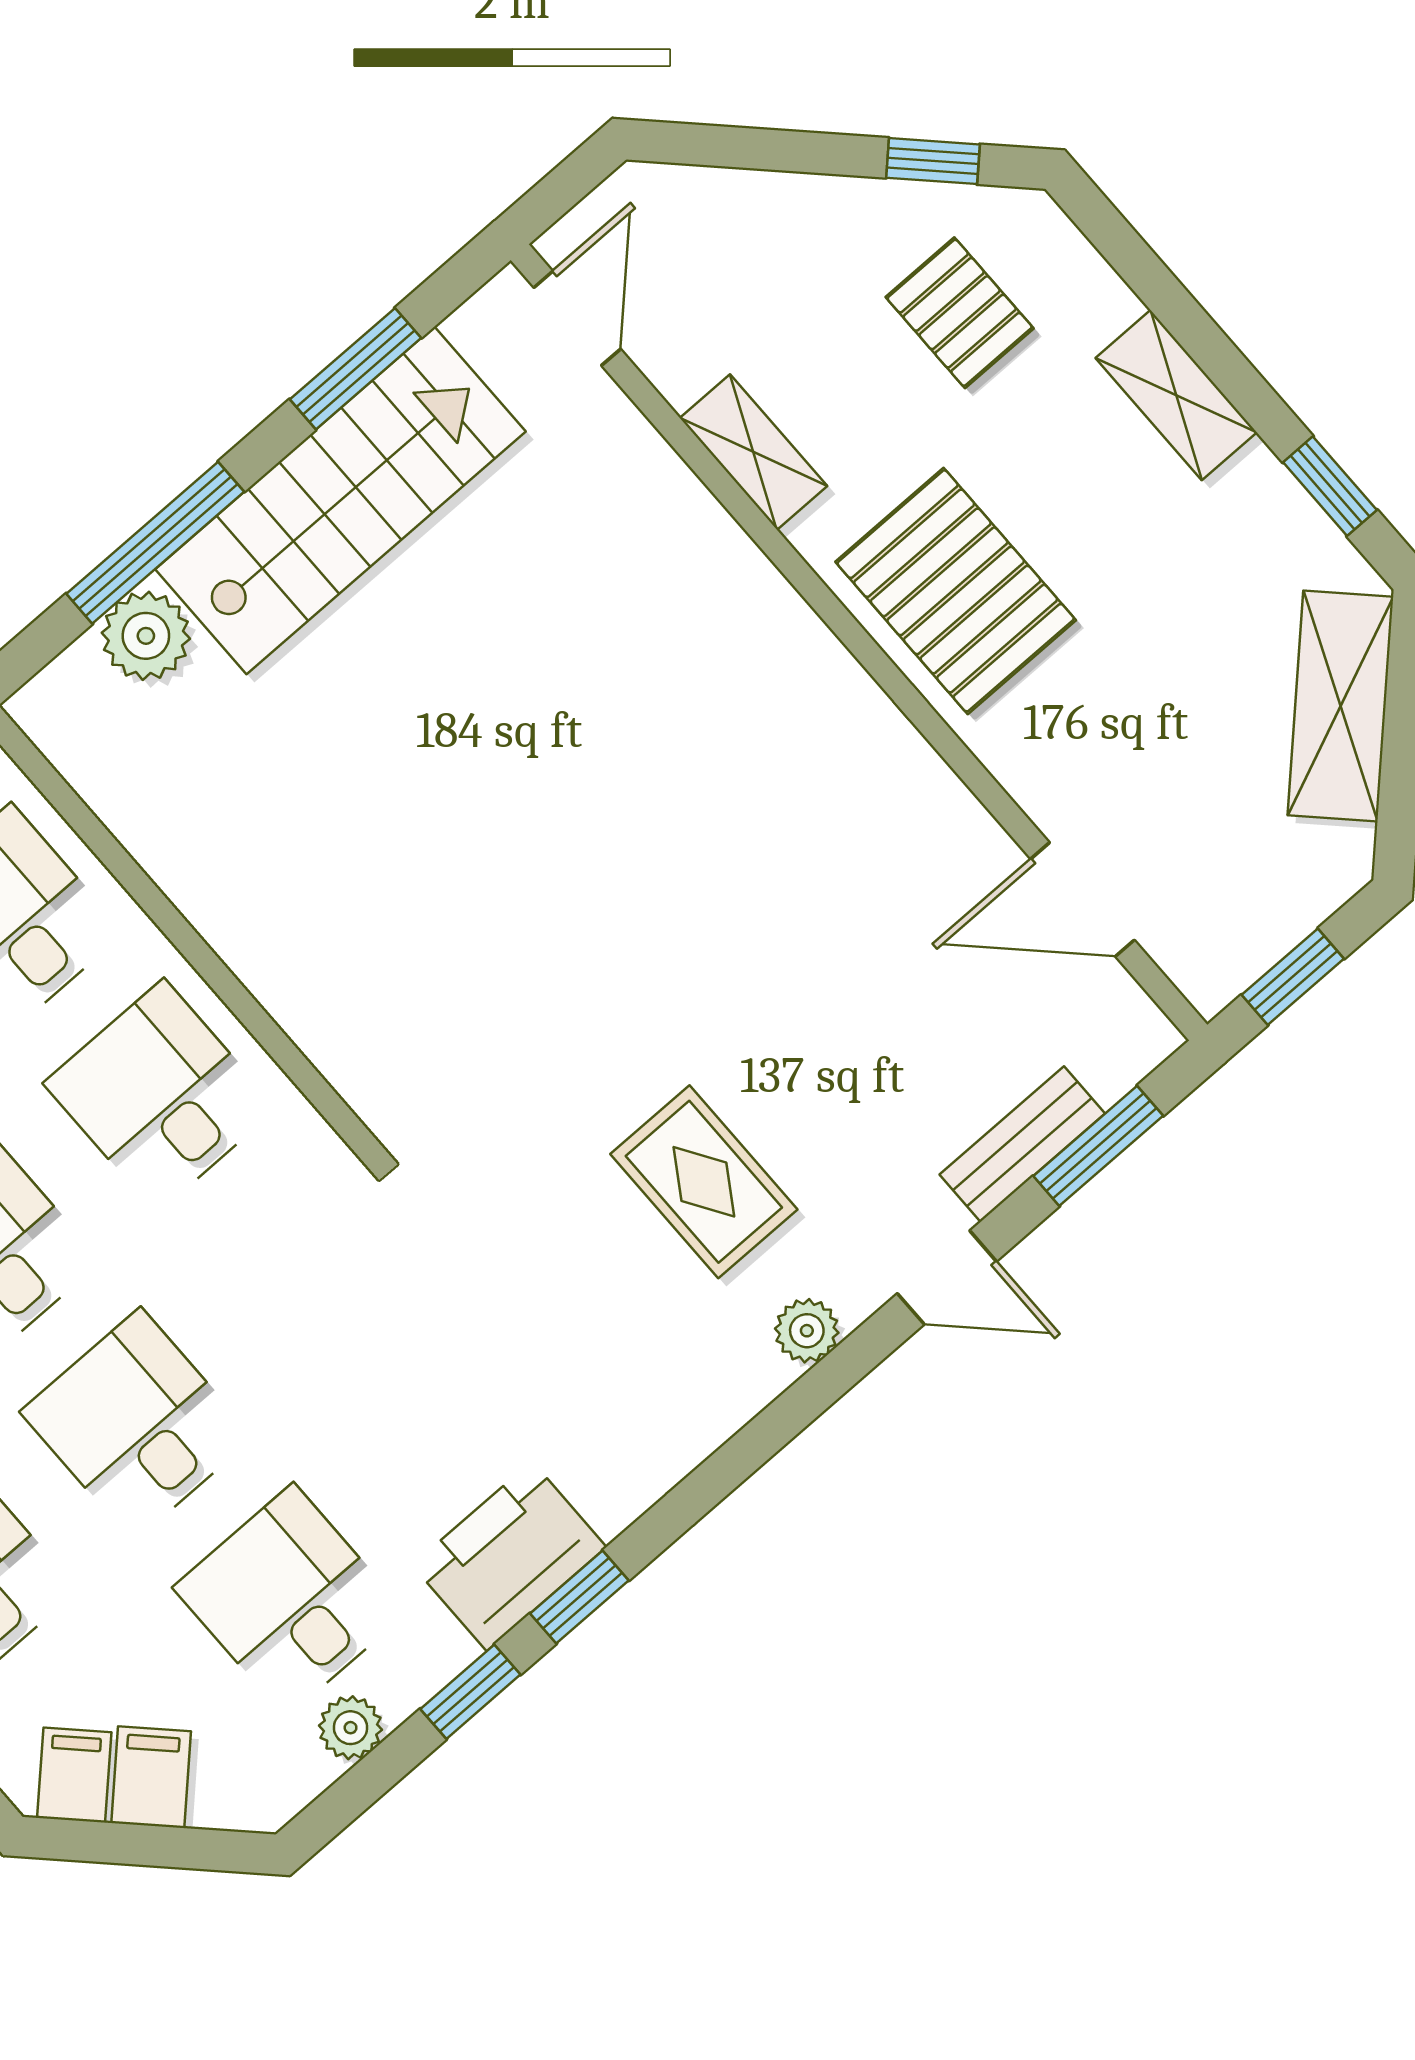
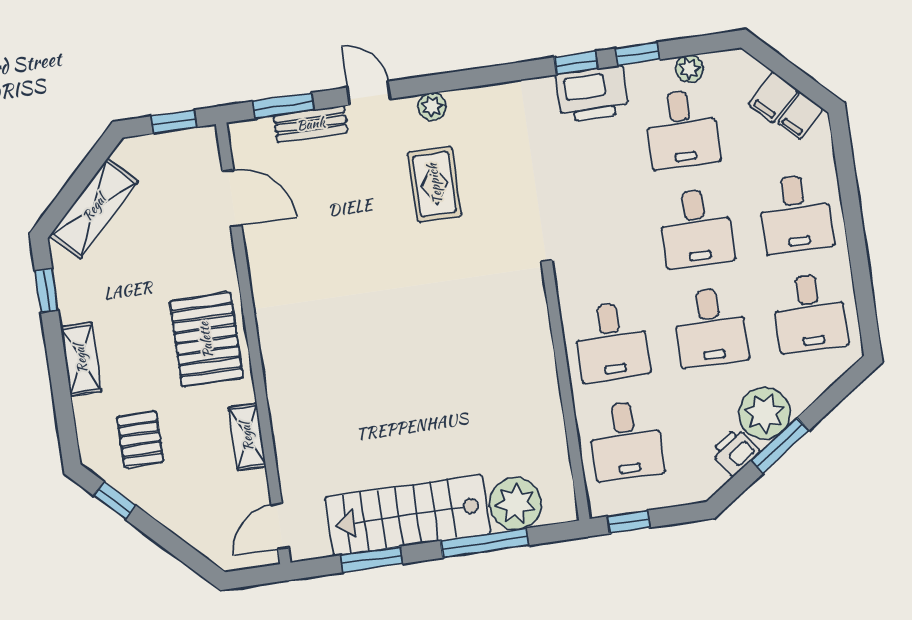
plant: (146, 636) -> (516, 504), width x1.36, depth x1.36

